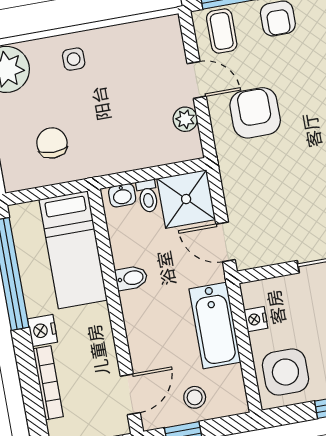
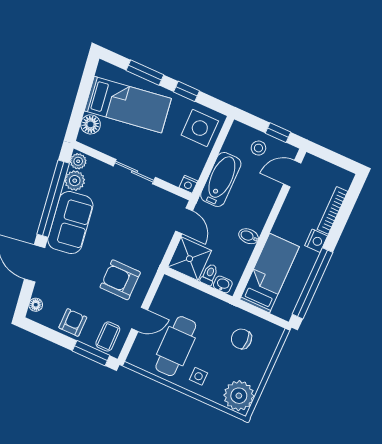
cafe table: (128, 77) -> (176, 346), added
door: (197, 80) -> (140, 319), swing flipped
armchair: (255, 113) -> (120, 280), turned 90
plant: (185, 119) -> (160, 302), removed
chair: (52, 143) -> (241, 339), turned 90
nightstand: (256, 319) -> (188, 184), moved, turned 90

